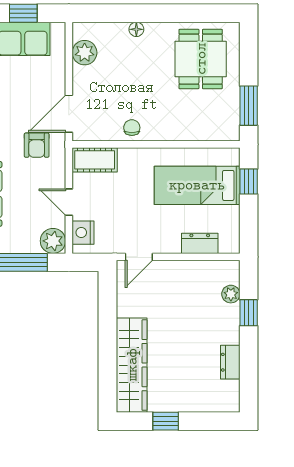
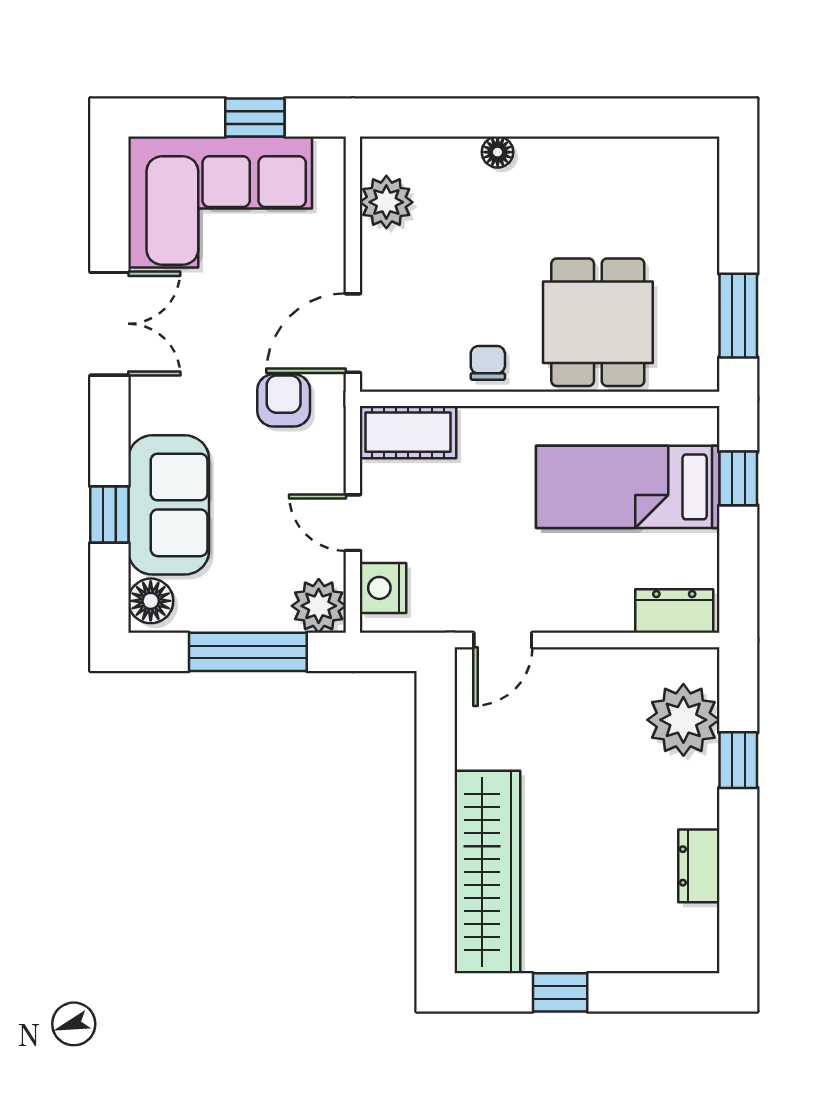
dining table: (201, 59) -> (598, 322), moved
armchair: (37, 145) -> (284, 400), turned 180
dresser: (200, 243) -> (674, 611), moved
plant: (231, 294) -> (683, 720), width x1.87, depth x1.87

